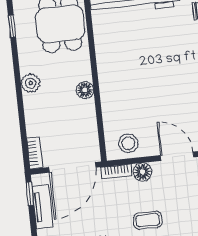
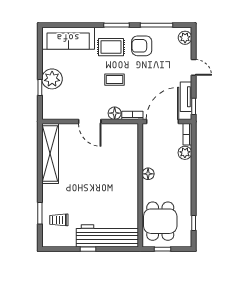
plant: (31, 83) -> (185, 153), moved
stool: (128, 143) -> (122, 134), removed

